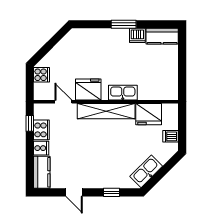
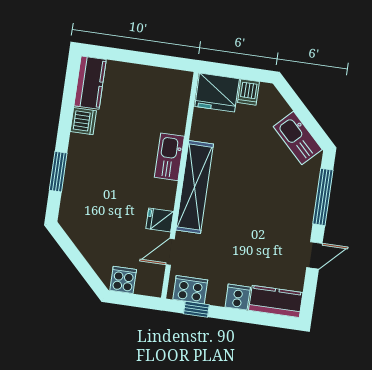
window: (124, 24) -> (58, 172), moved
fridge: (88, 90) -> (160, 220), width x0.53, depth x0.75
fridge: (149, 114) -> (217, 93), moved, turned 90
cooker: (41, 130) -> (190, 290), moved
window: (112, 192) -> (323, 197), width x2.17

